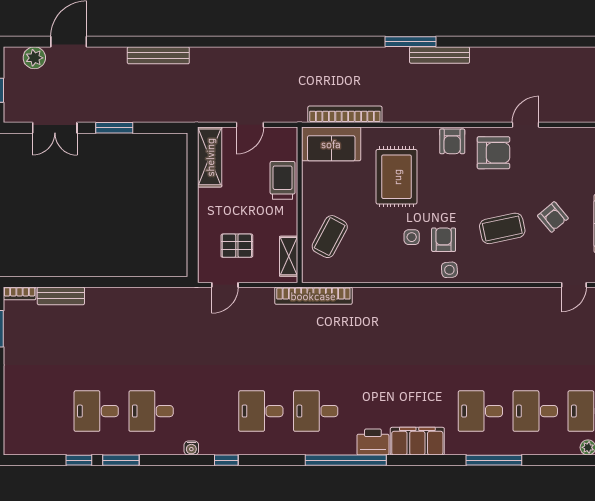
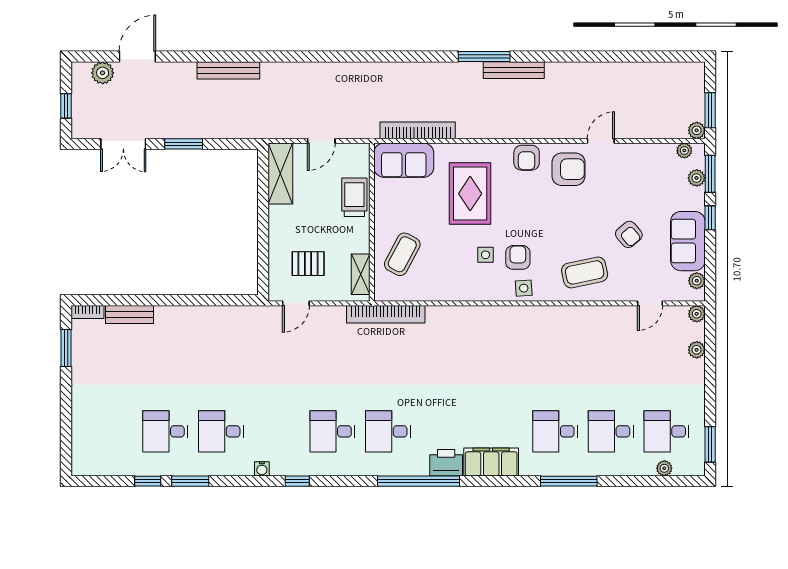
coffee table: (502, 228) -> (585, 272), moved

